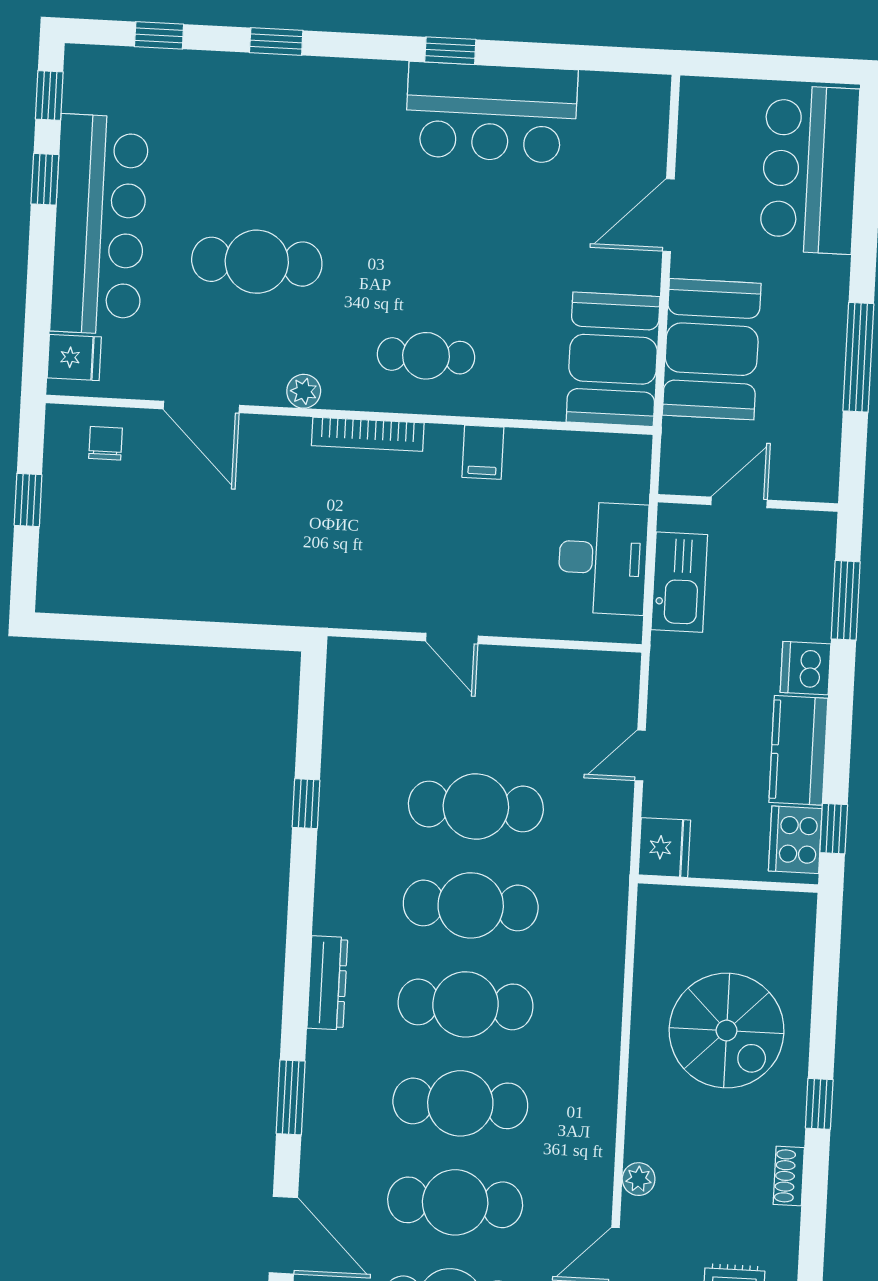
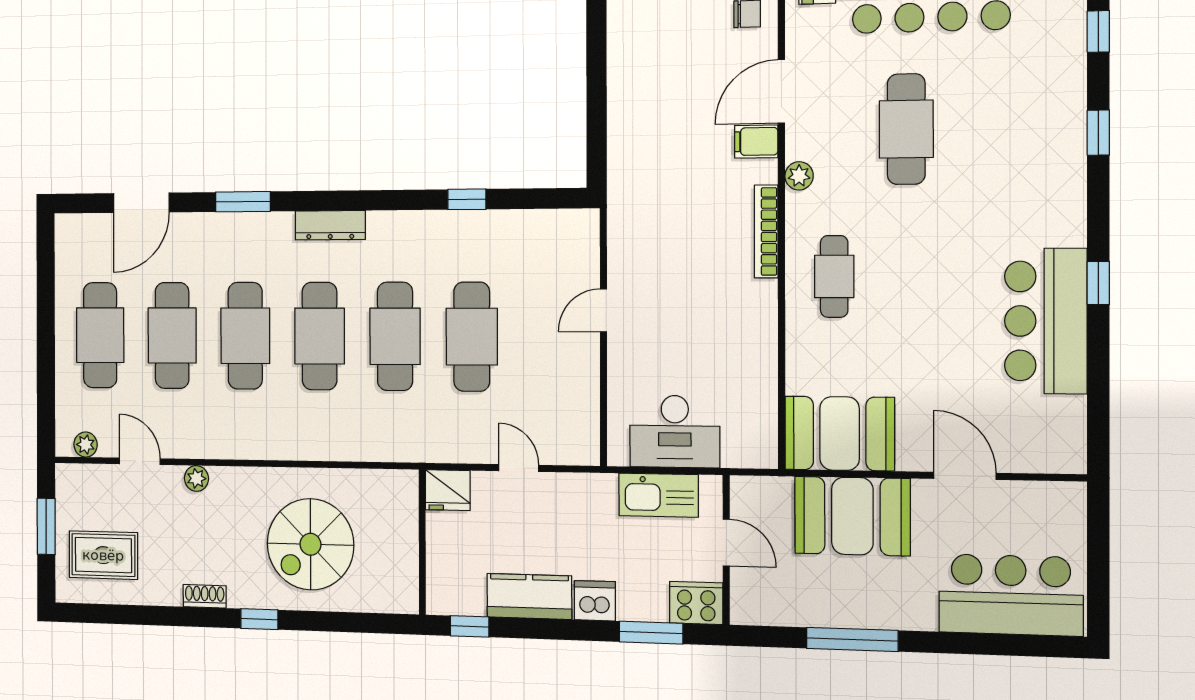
filing cabinet: (483, 452) -> (756, 141), moved
cooker: (795, 840) -> (696, 603), moved

